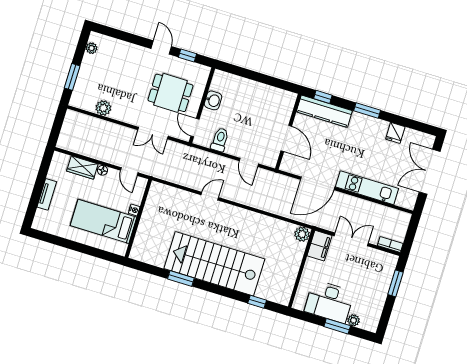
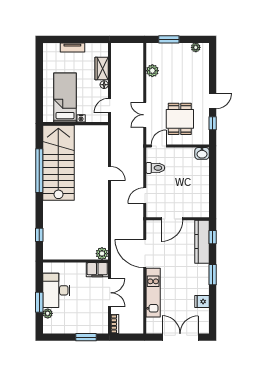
washbasin: (213, 100) -> (202, 153), moved
stairs: (214, 264) -> (58, 163), moved
window: (181, 278) -> (39, 171), width x2.11

